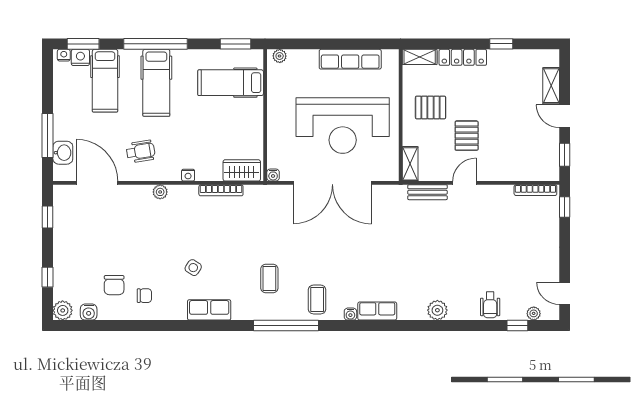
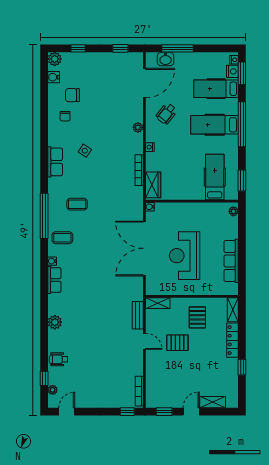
reception desk: (343, 126) -> (185, 256), width x0.74, depth x0.77
wheelchair: (141, 151) -> (166, 114), turned 47

